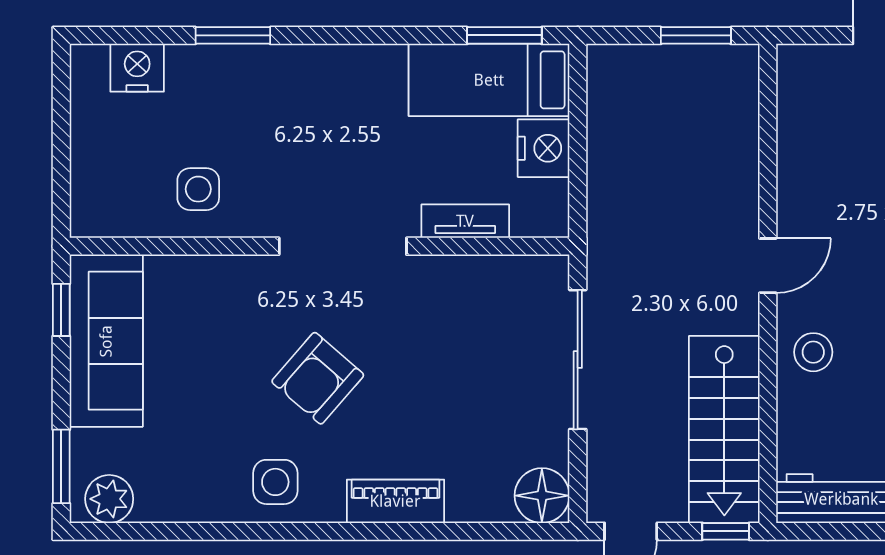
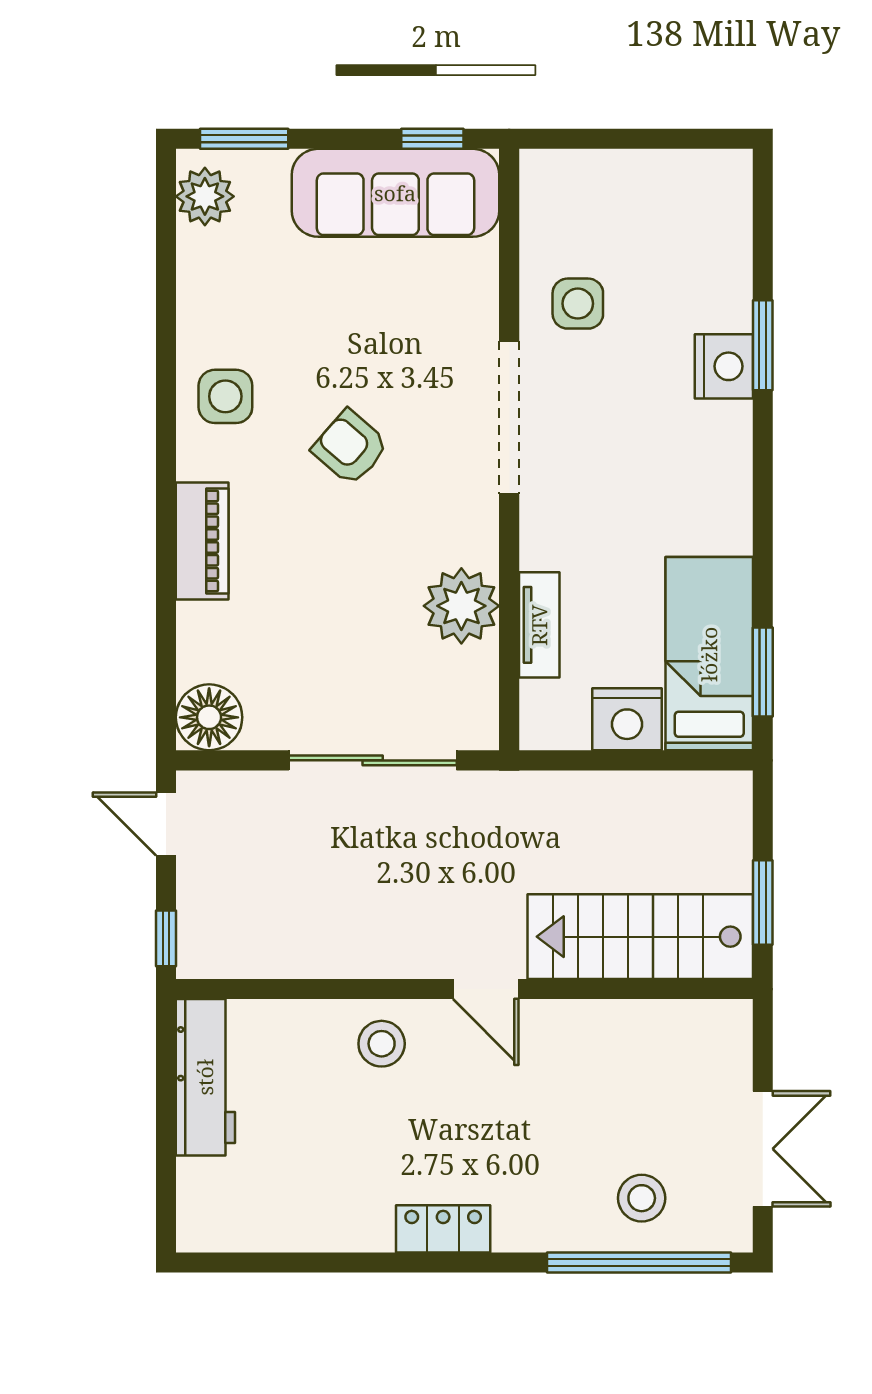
nightstand: (137, 68) -> (724, 366), moved
doorway: (343, 246) -> (509, 418), moved
plant: (449, 286) -> (461, 606), added
armchair: (318, 378) -> (350, 447), width x0.72, depth x0.72
stairs: (724, 429) -> (640, 937), moved

